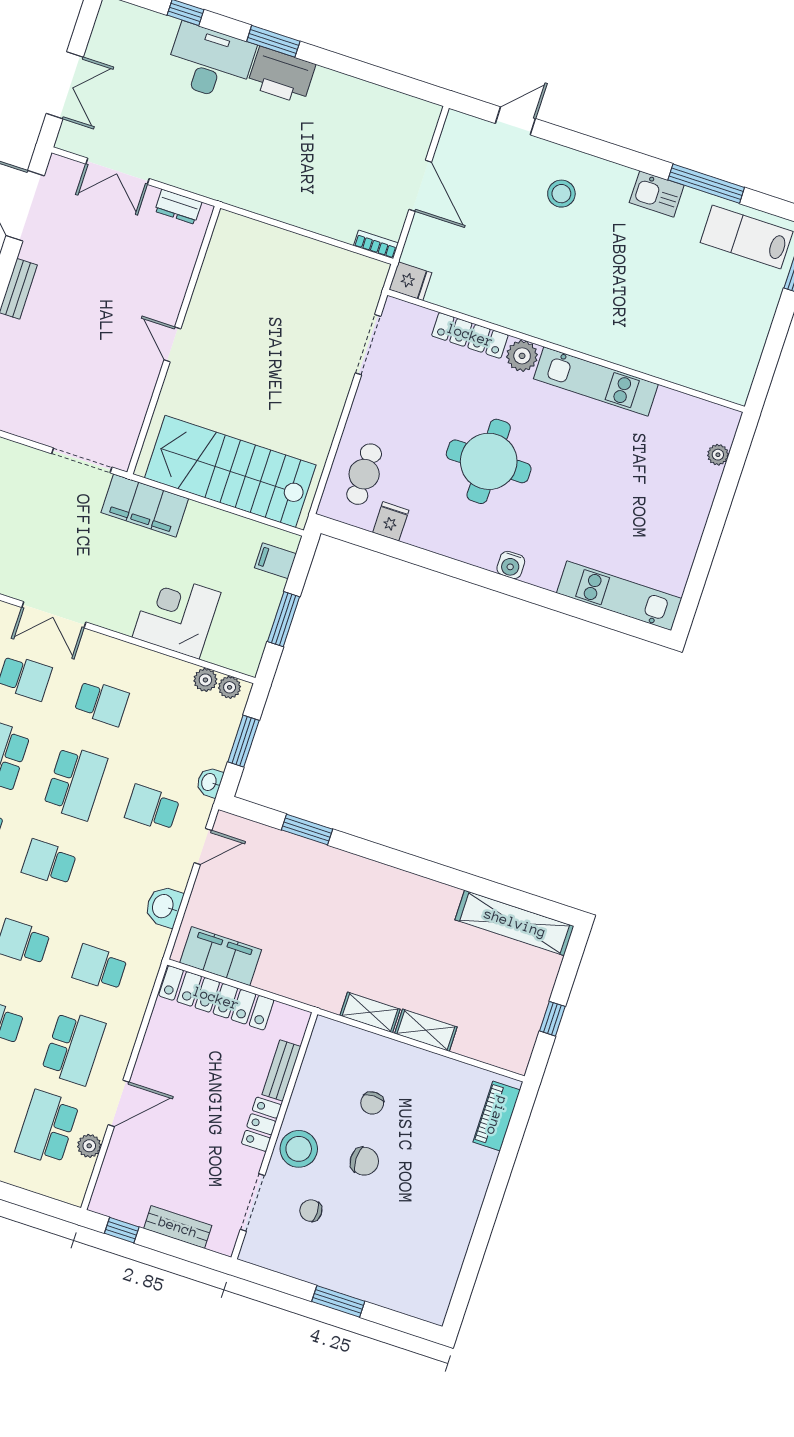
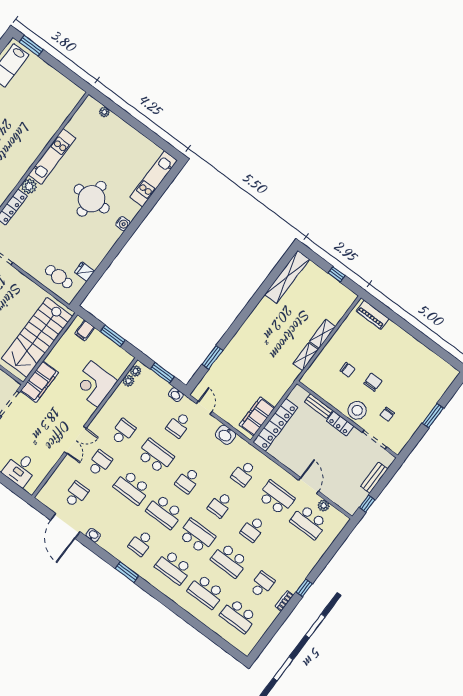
round table: (489, 461) -> (92, 199), moved

